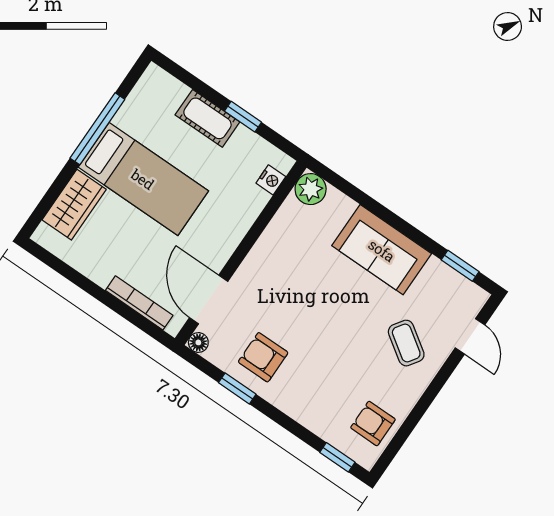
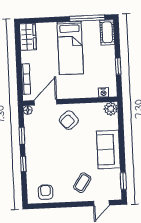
cot: (207, 118) -> (107, 32), moved
window: (97, 129) -> (87, 18), moved
wardrobe: (74, 205) -> (28, 37), moved, turned -90
armchair: (263, 357) -> (69, 120), moved, turned -131
window: (337, 457) -> (23, 164), moved

